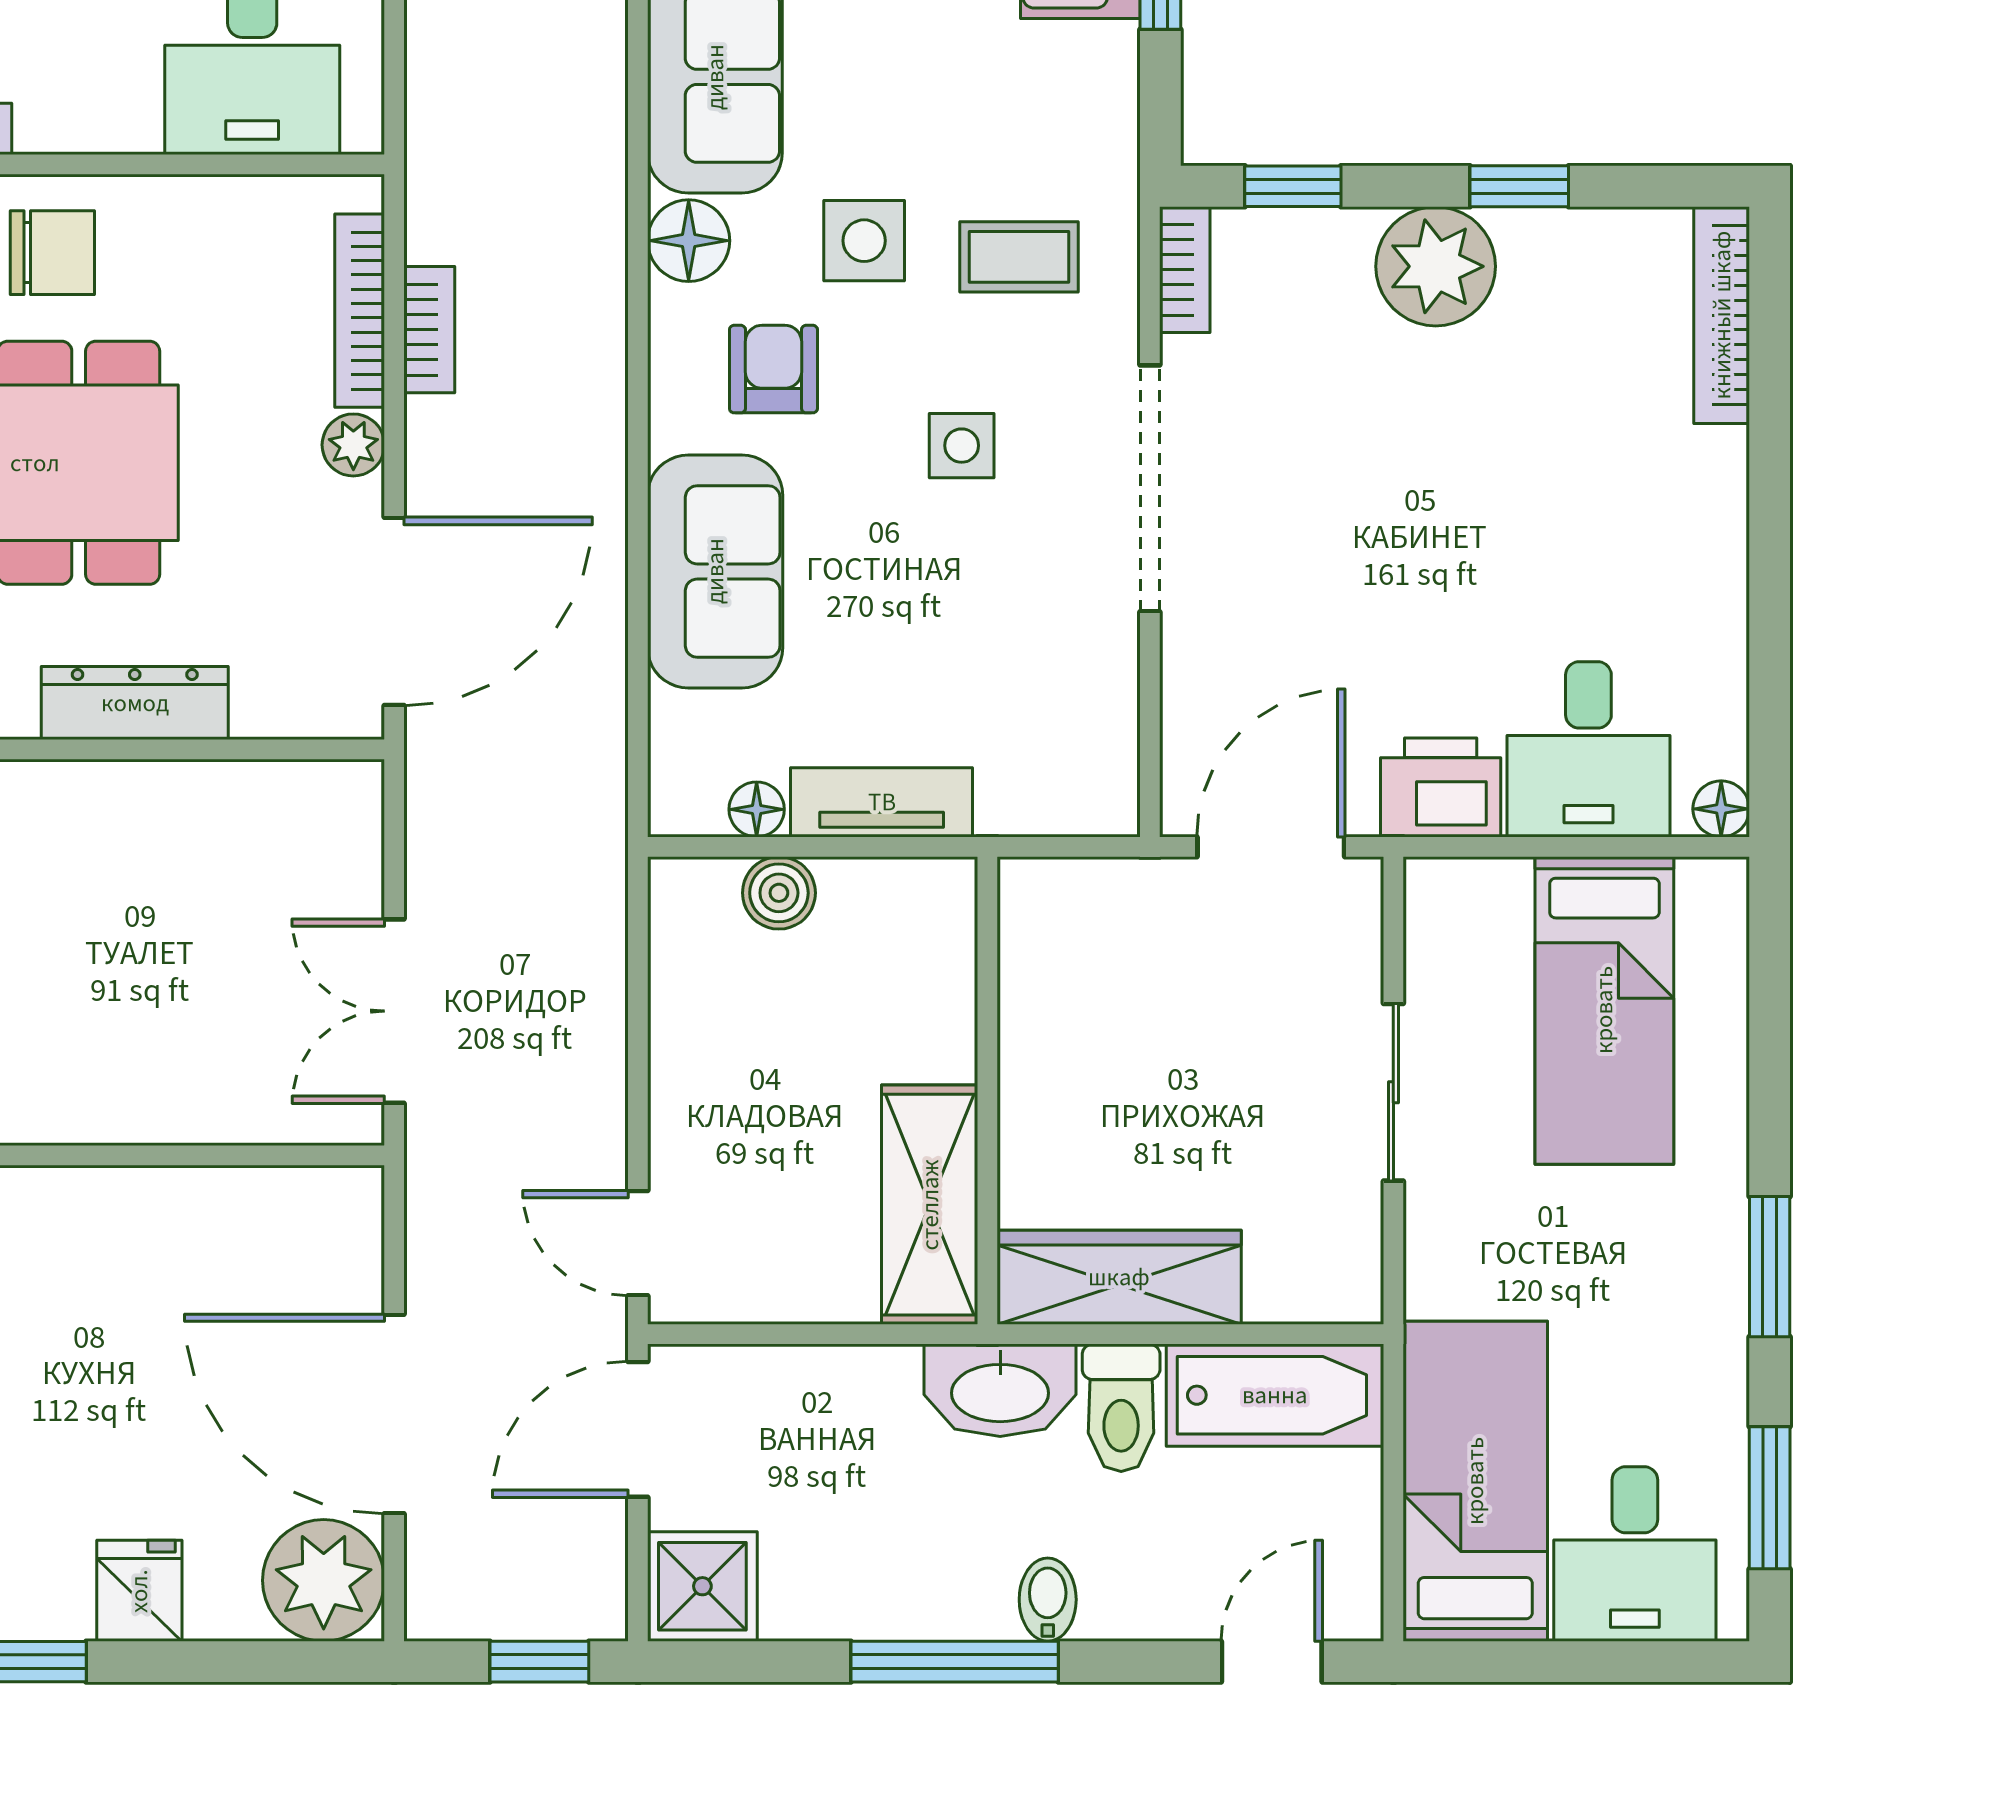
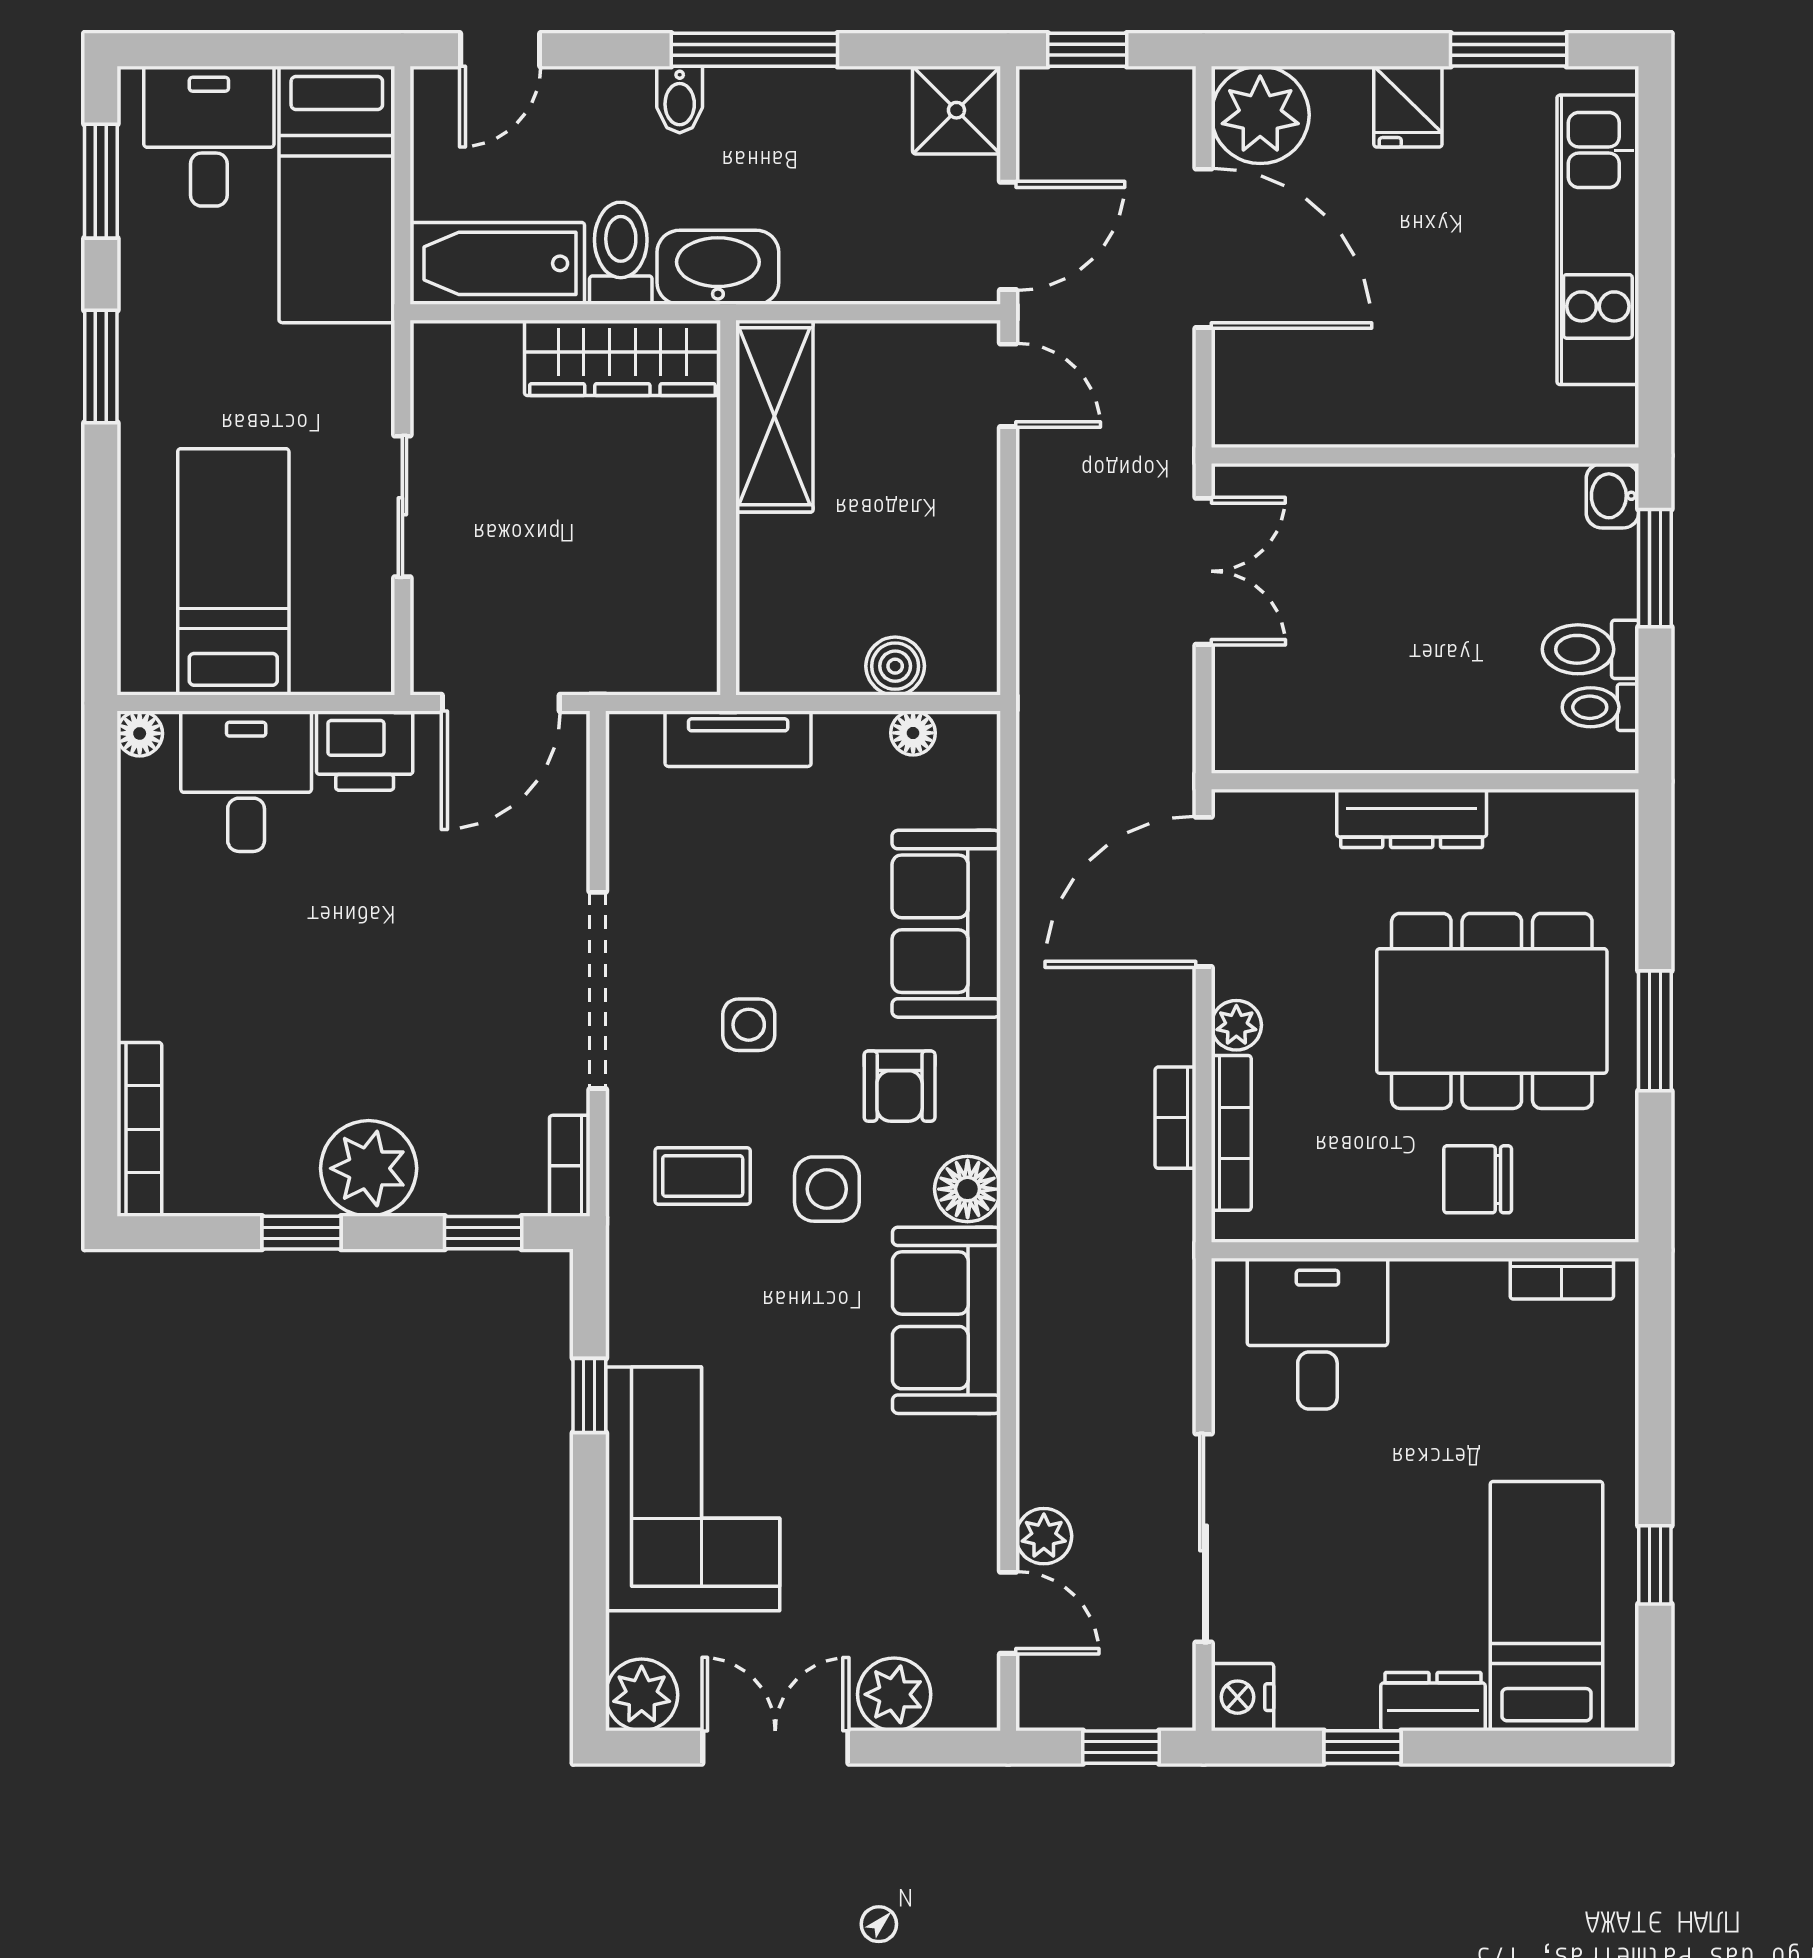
tv unit: (882, 802) -> (738, 739), moved

